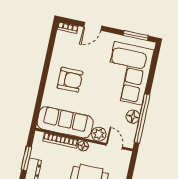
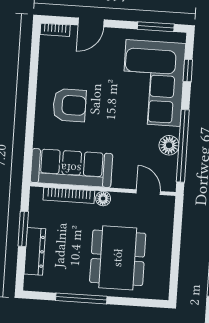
window: (153, 68) -> (188, 71), added
plant: (99, 134) -> (123, 178), removed

